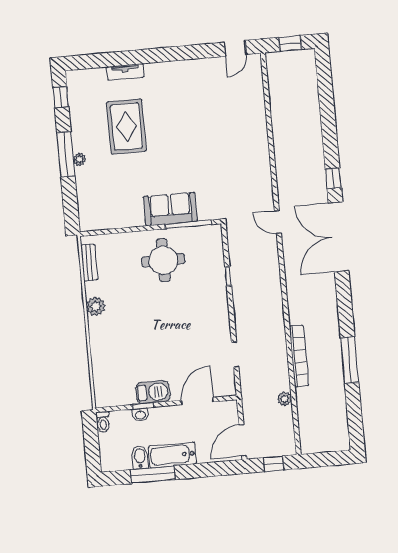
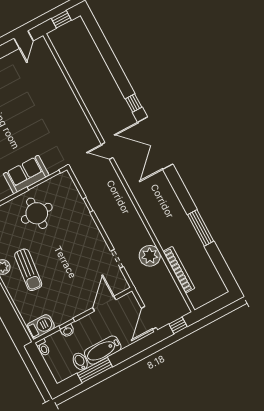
sun lounger: (125, 323) -> (28, 270), added
bookcase: (299, 356) -> (179, 270), moved
barbecue: (153, 392) -> (41, 326), moved
plant: (284, 399) -> (150, 256), moved, width x1.88, depth x1.88

